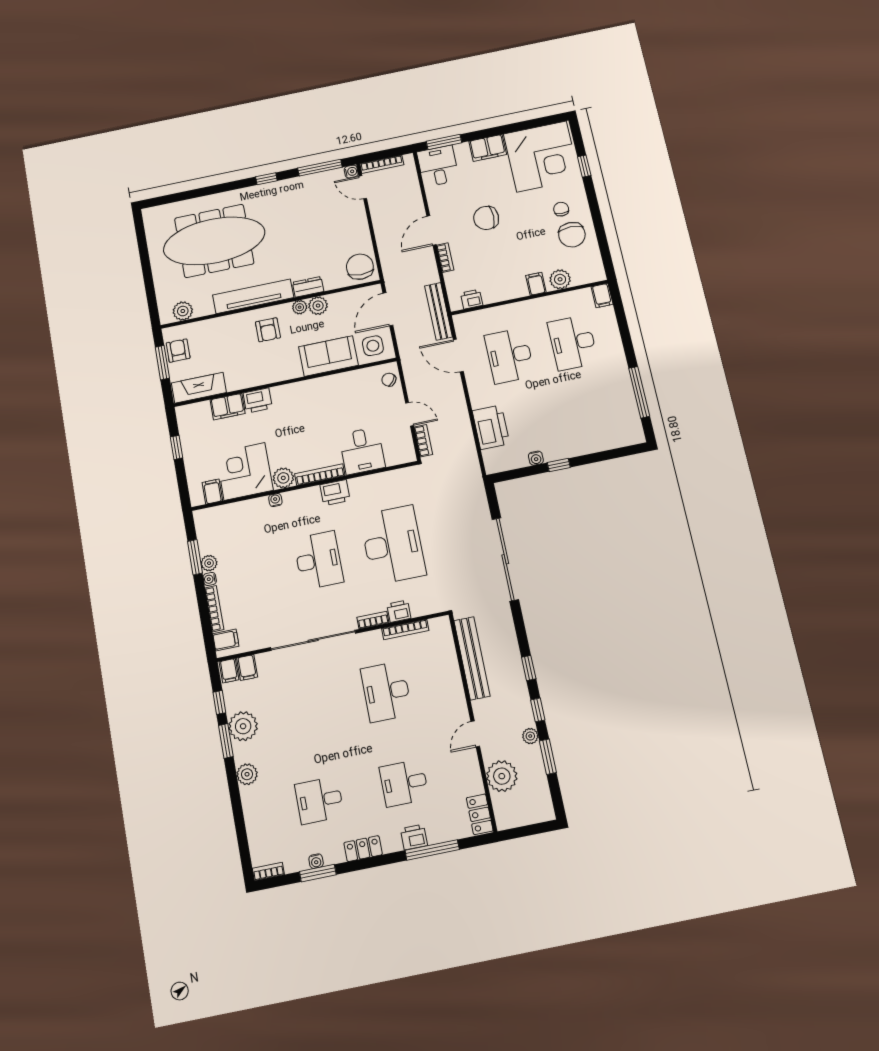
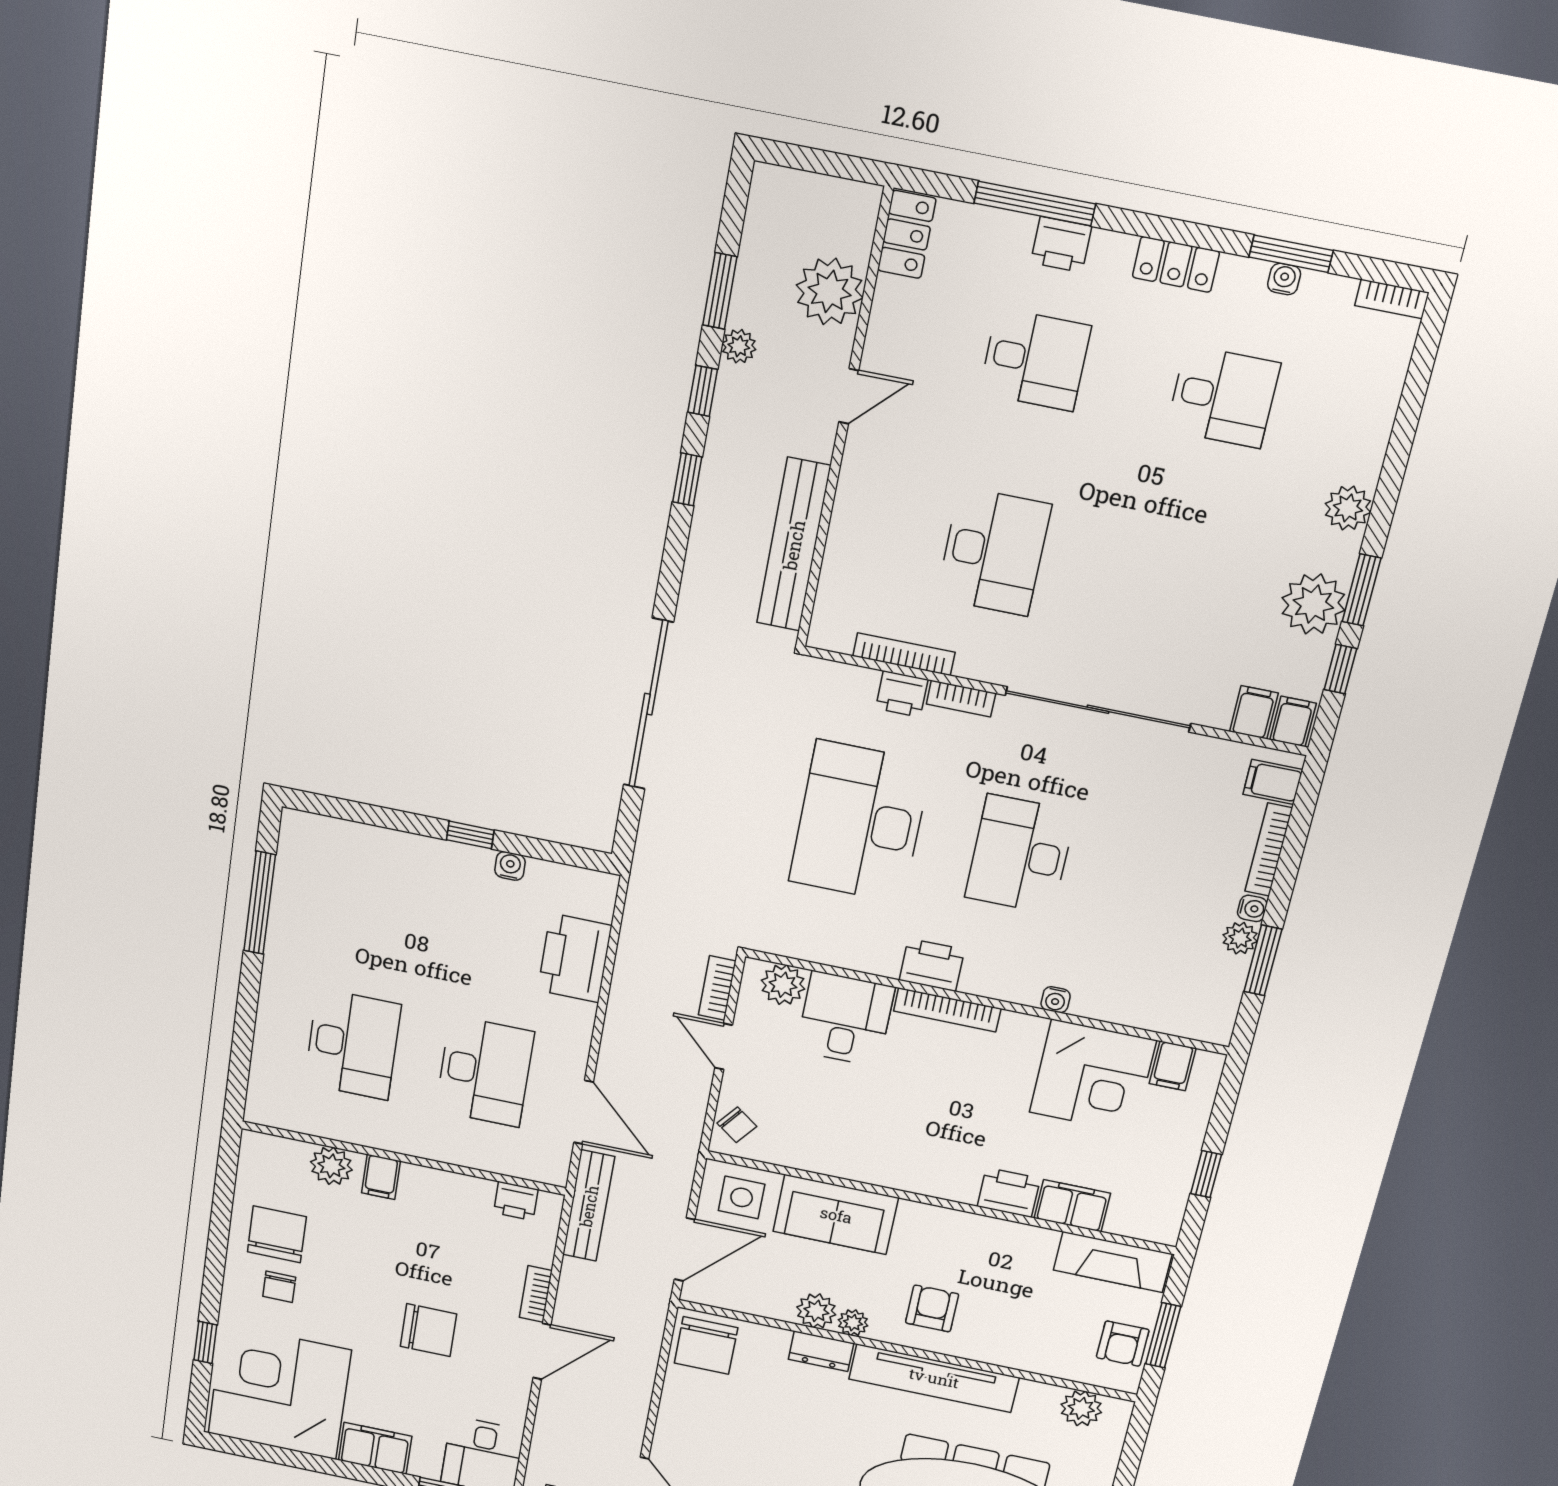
filing cabinet: (602, 296) -> (262, 1104), removed
plant: (283, 478) -> (783, 985), moved

